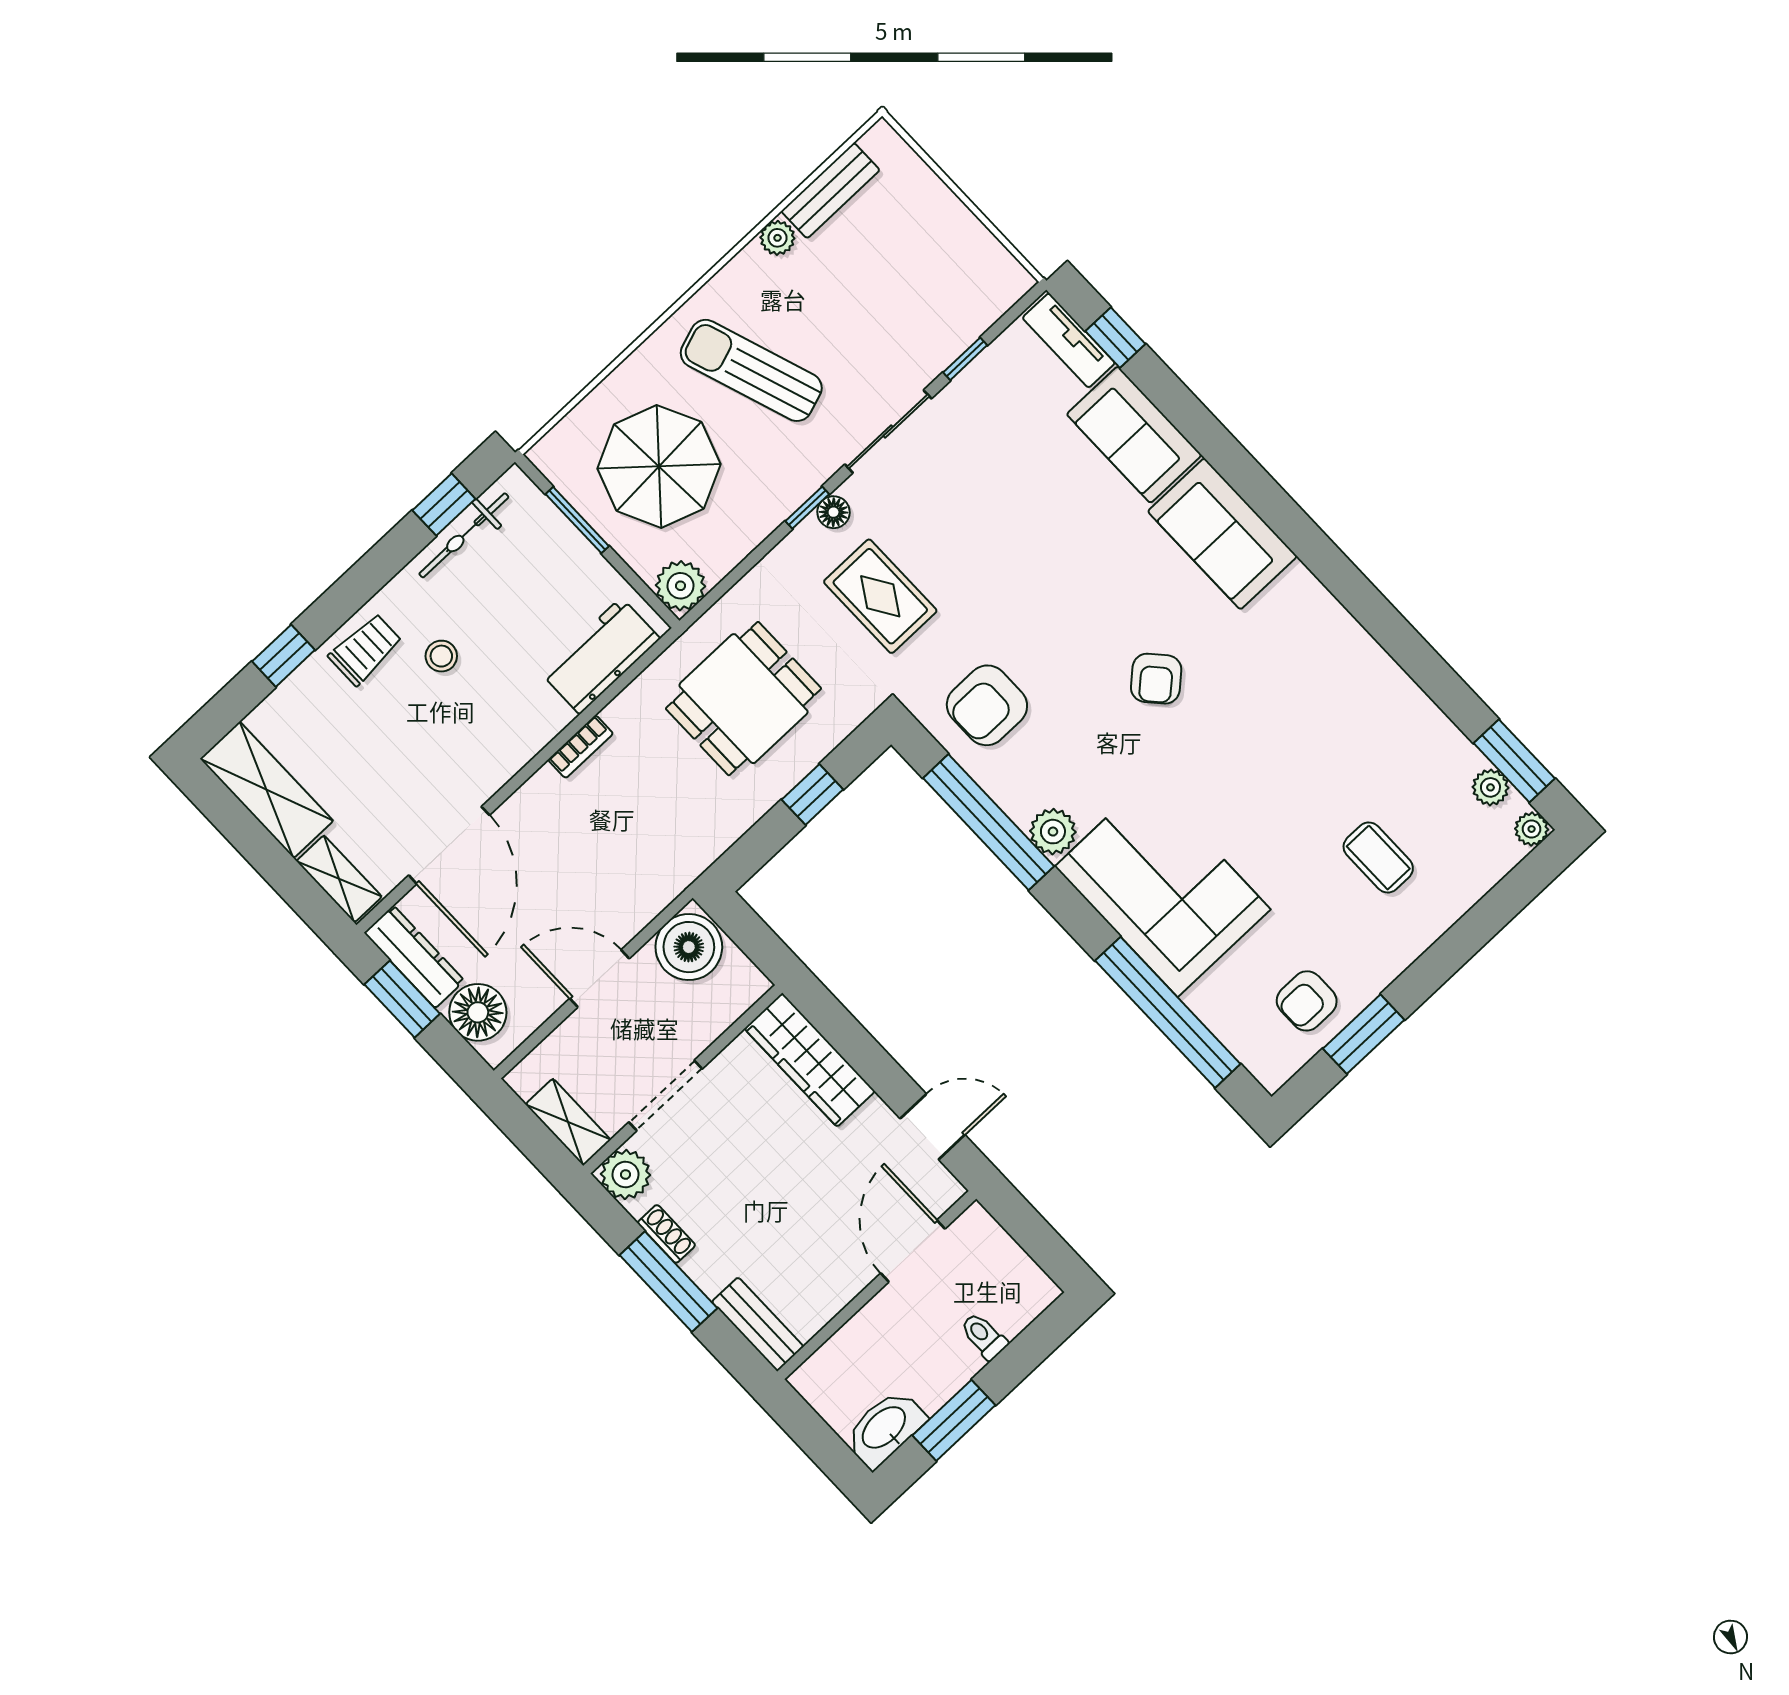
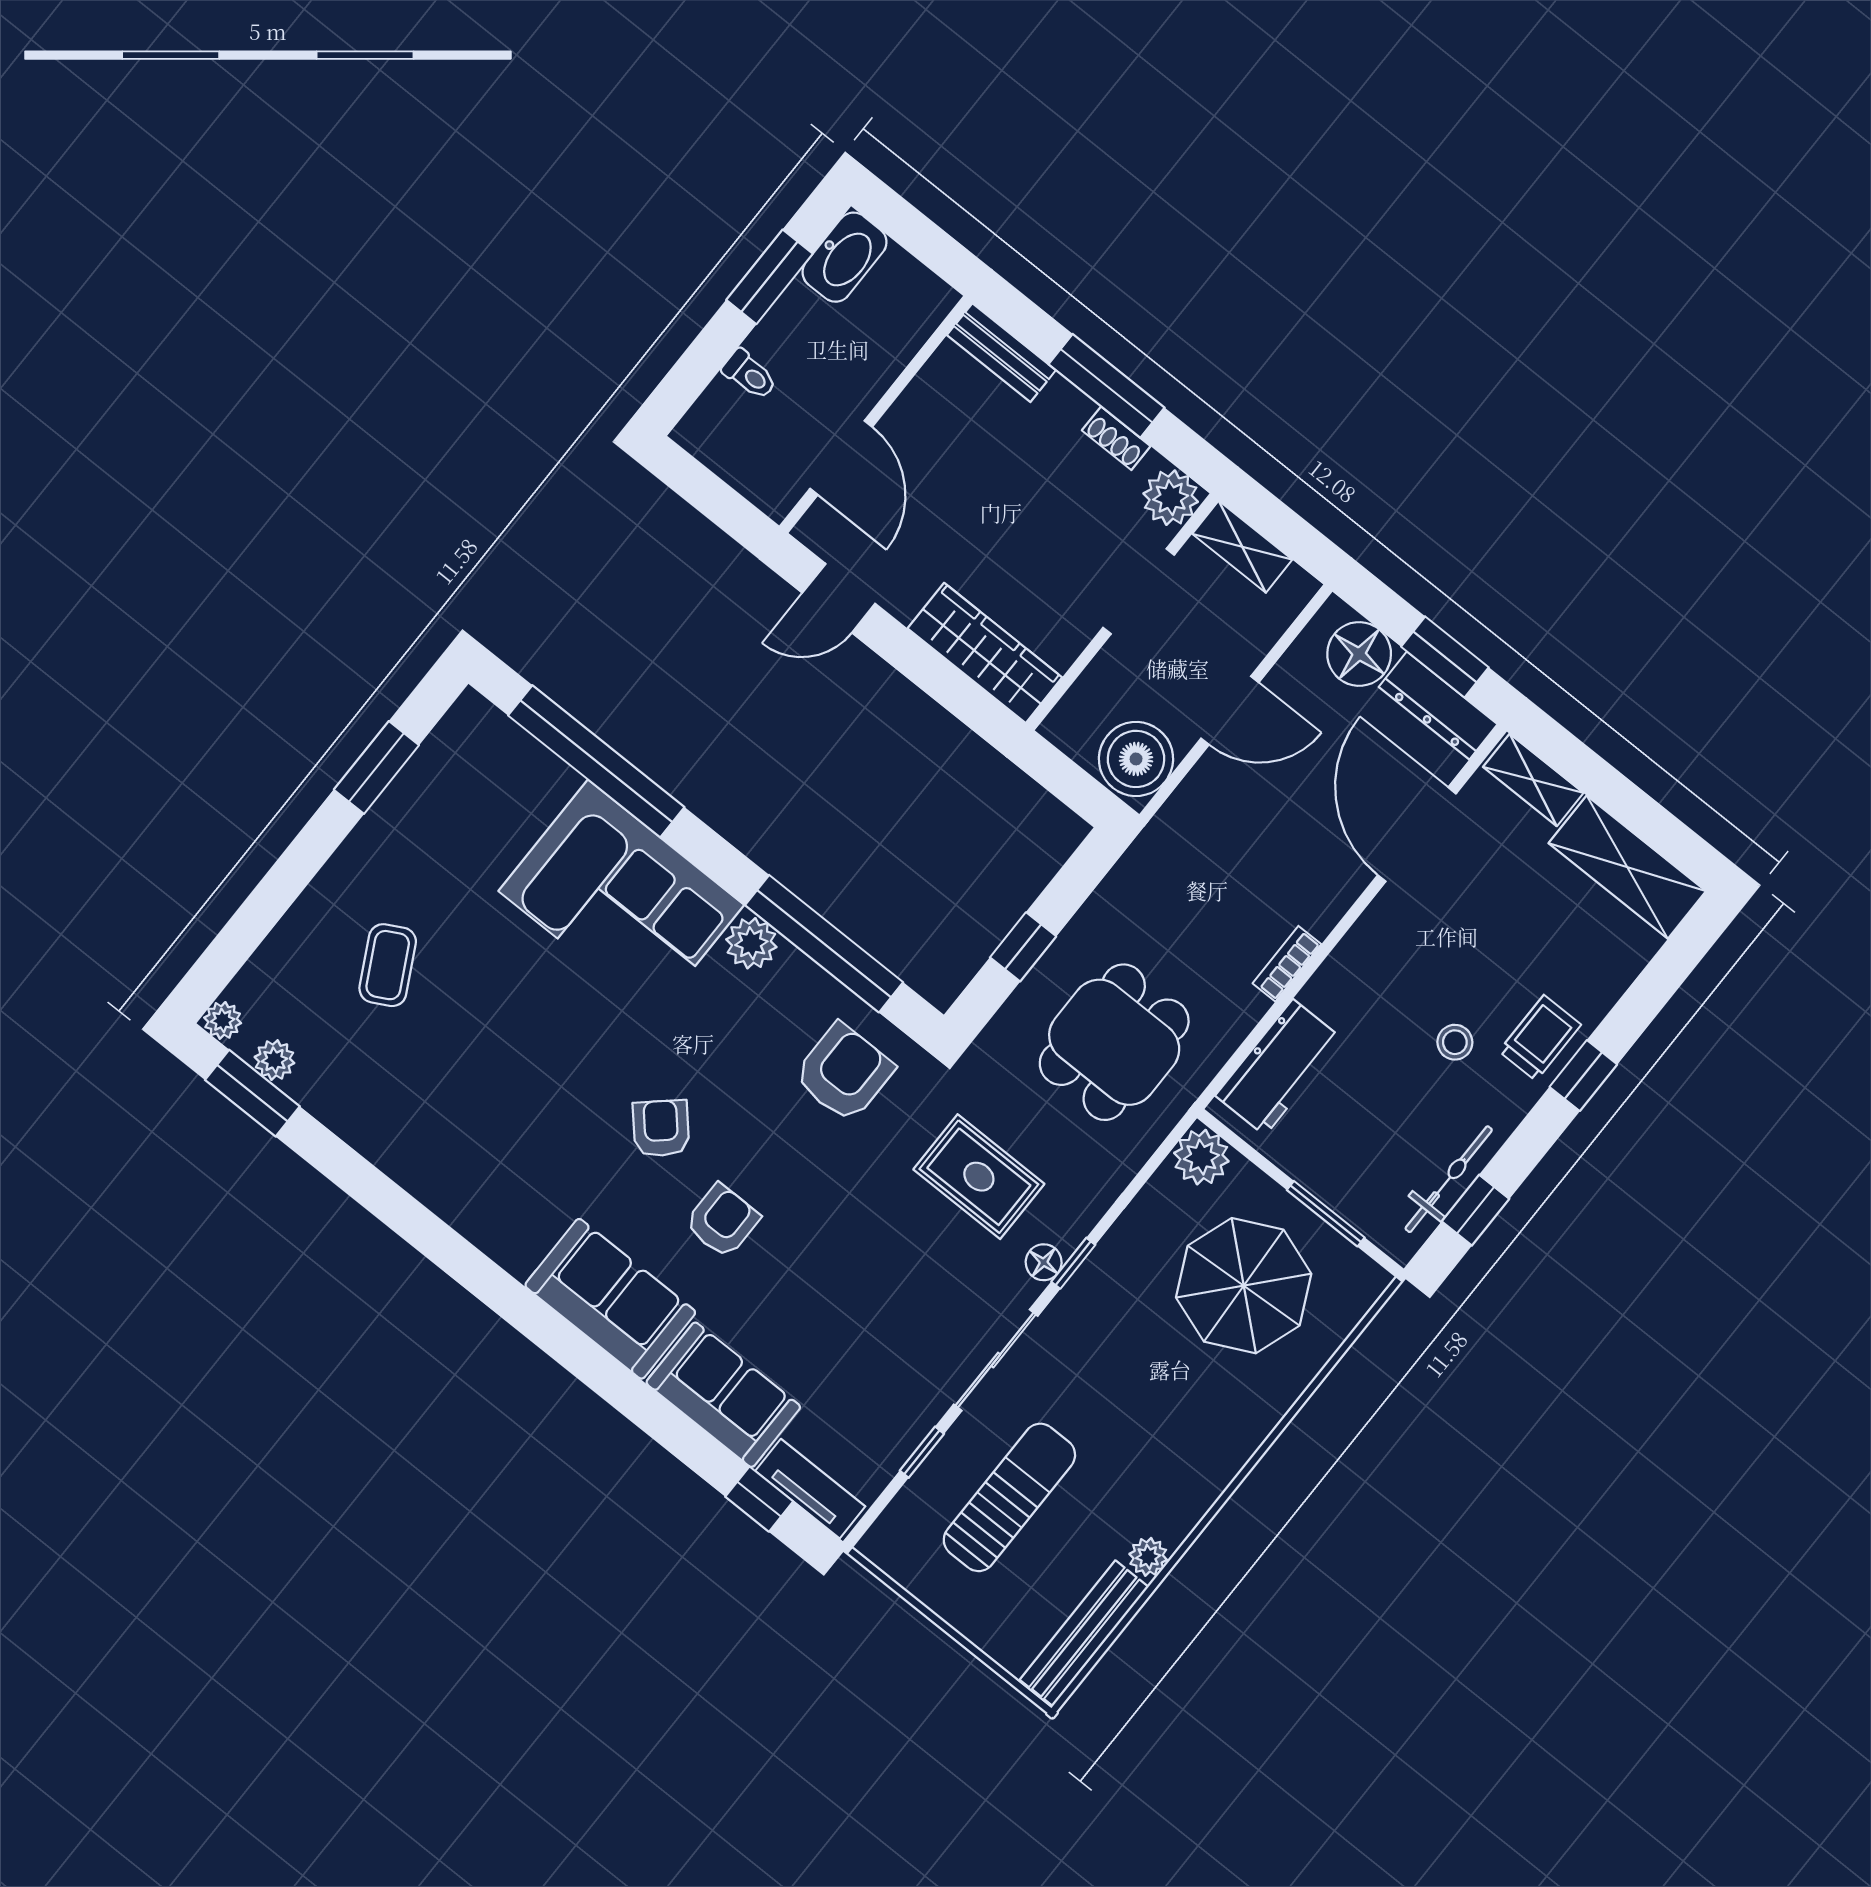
bench: (830, 191) -> (1084, 1633), width x1.36
sun lounger: (751, 370) -> (1009, 1497), moved, turned -71
trolley: (365, 649) -> (1540, 1038), turned 180
window: (283, 656) -> (1583, 1076), moved
coffee table: (1378, 858) -> (388, 965), turned 62
armchair: (1307, 1001) -> (722, 1221), moved

